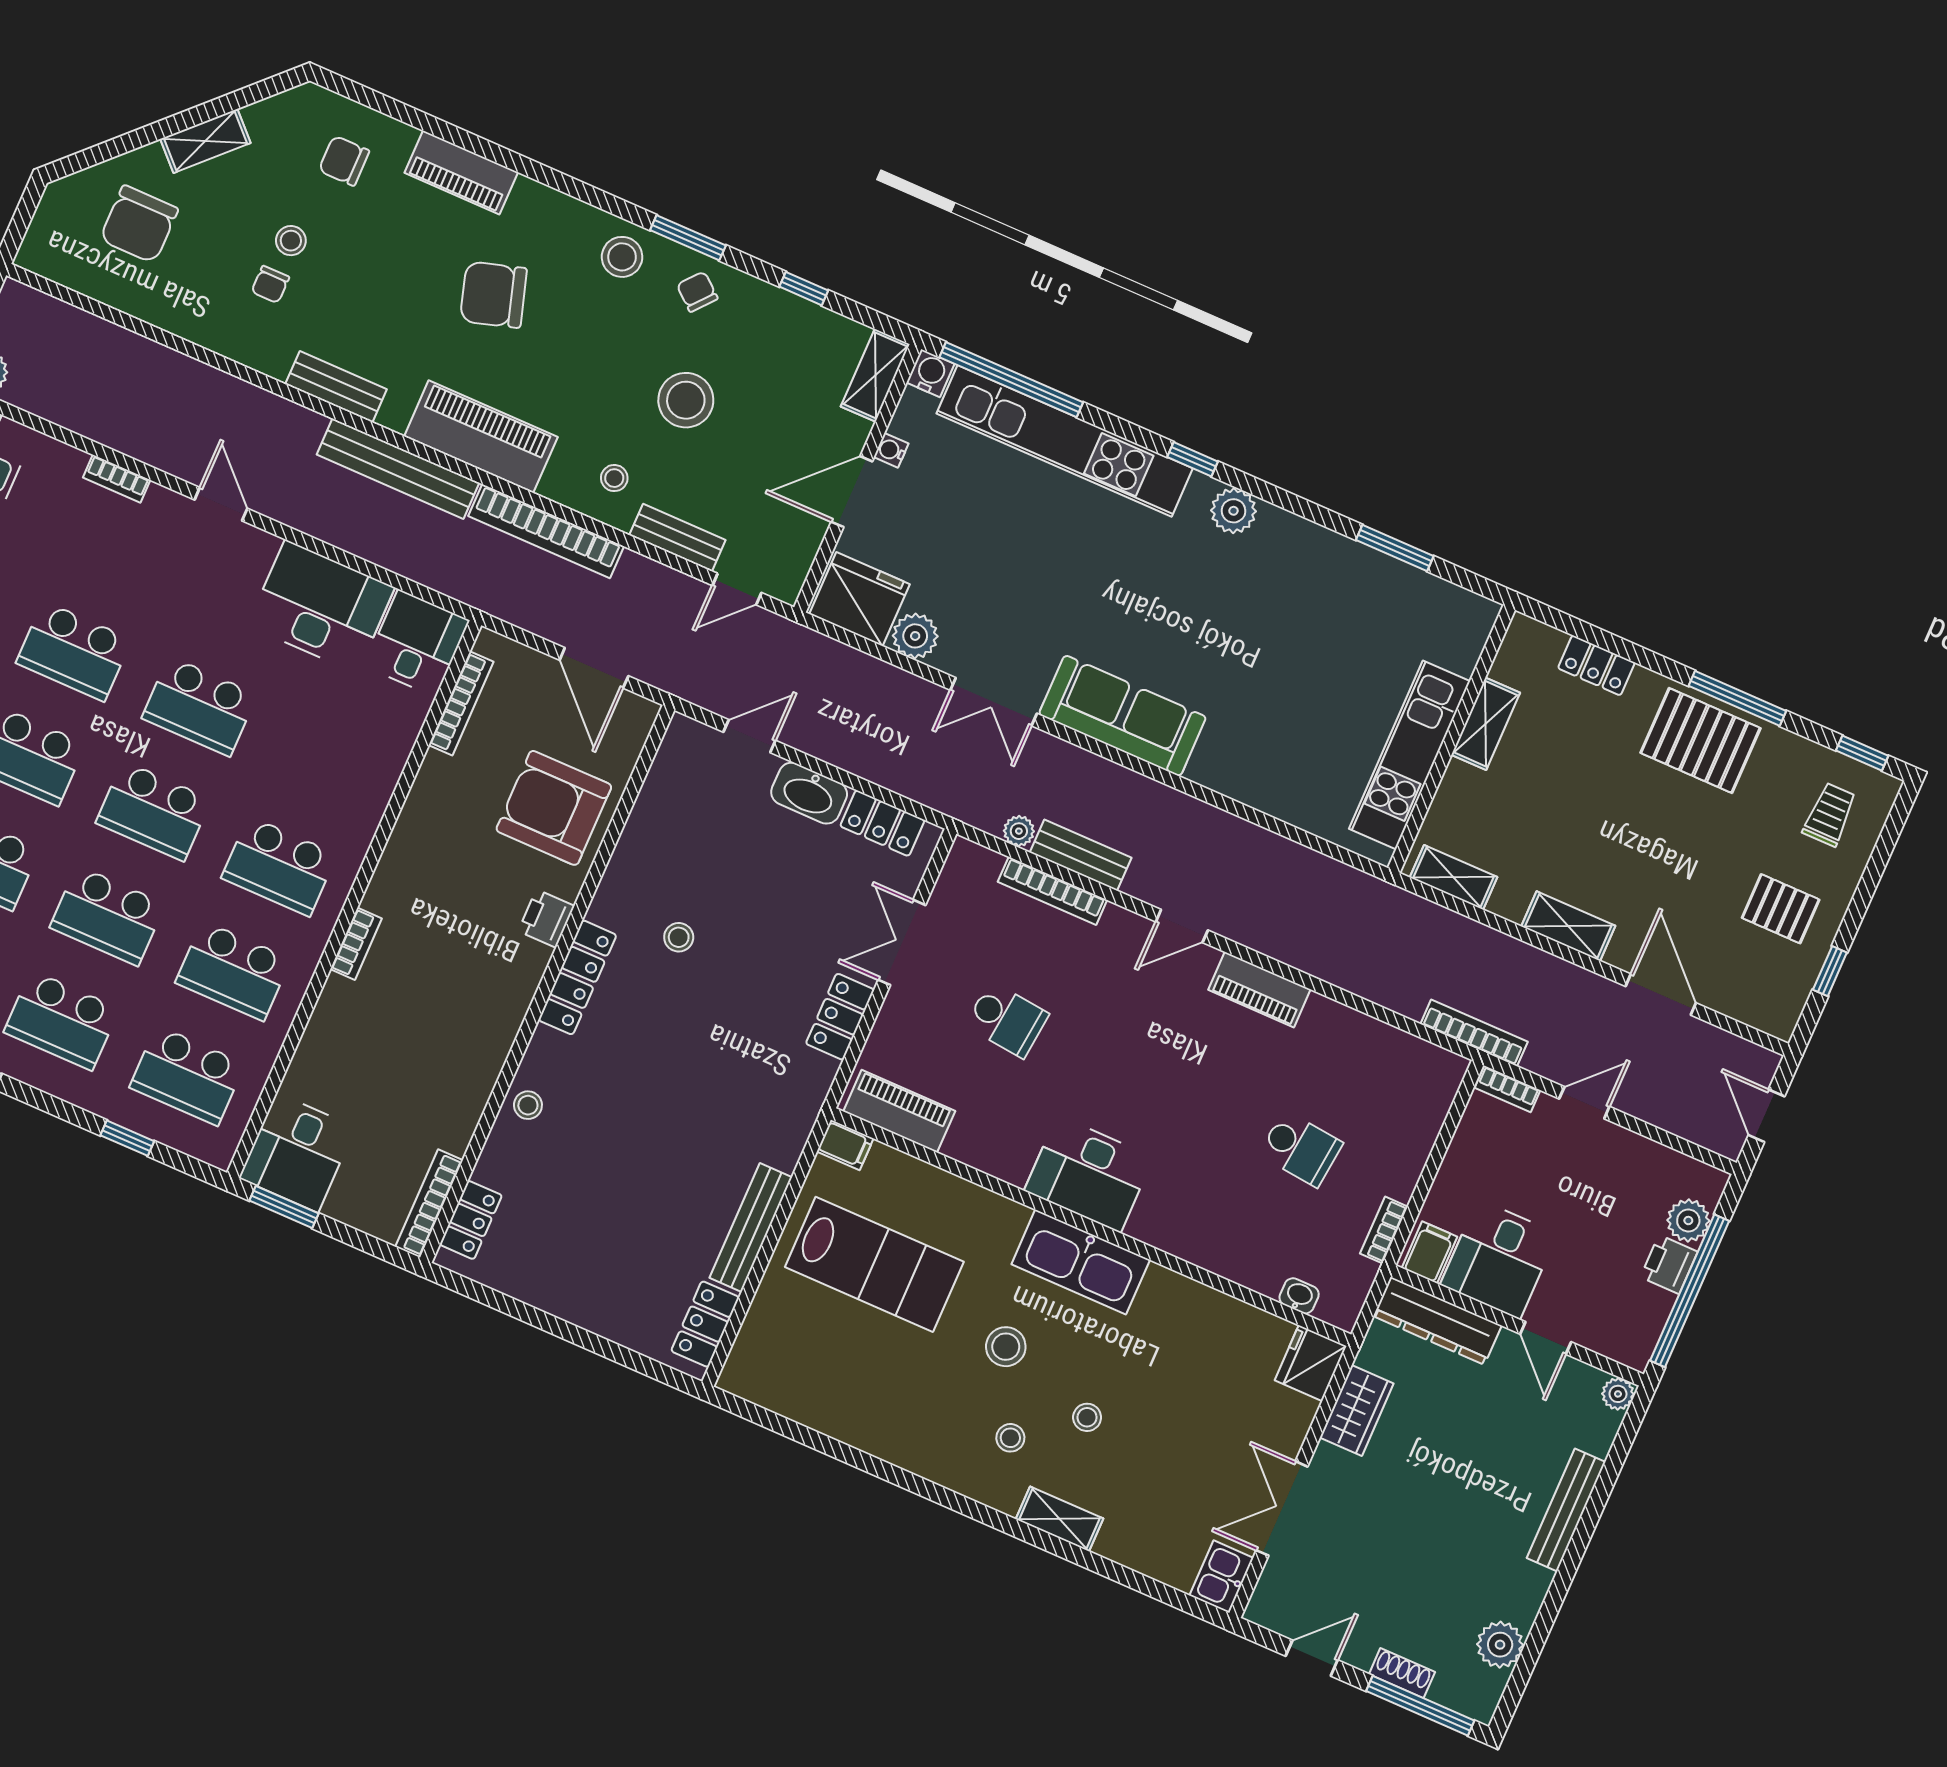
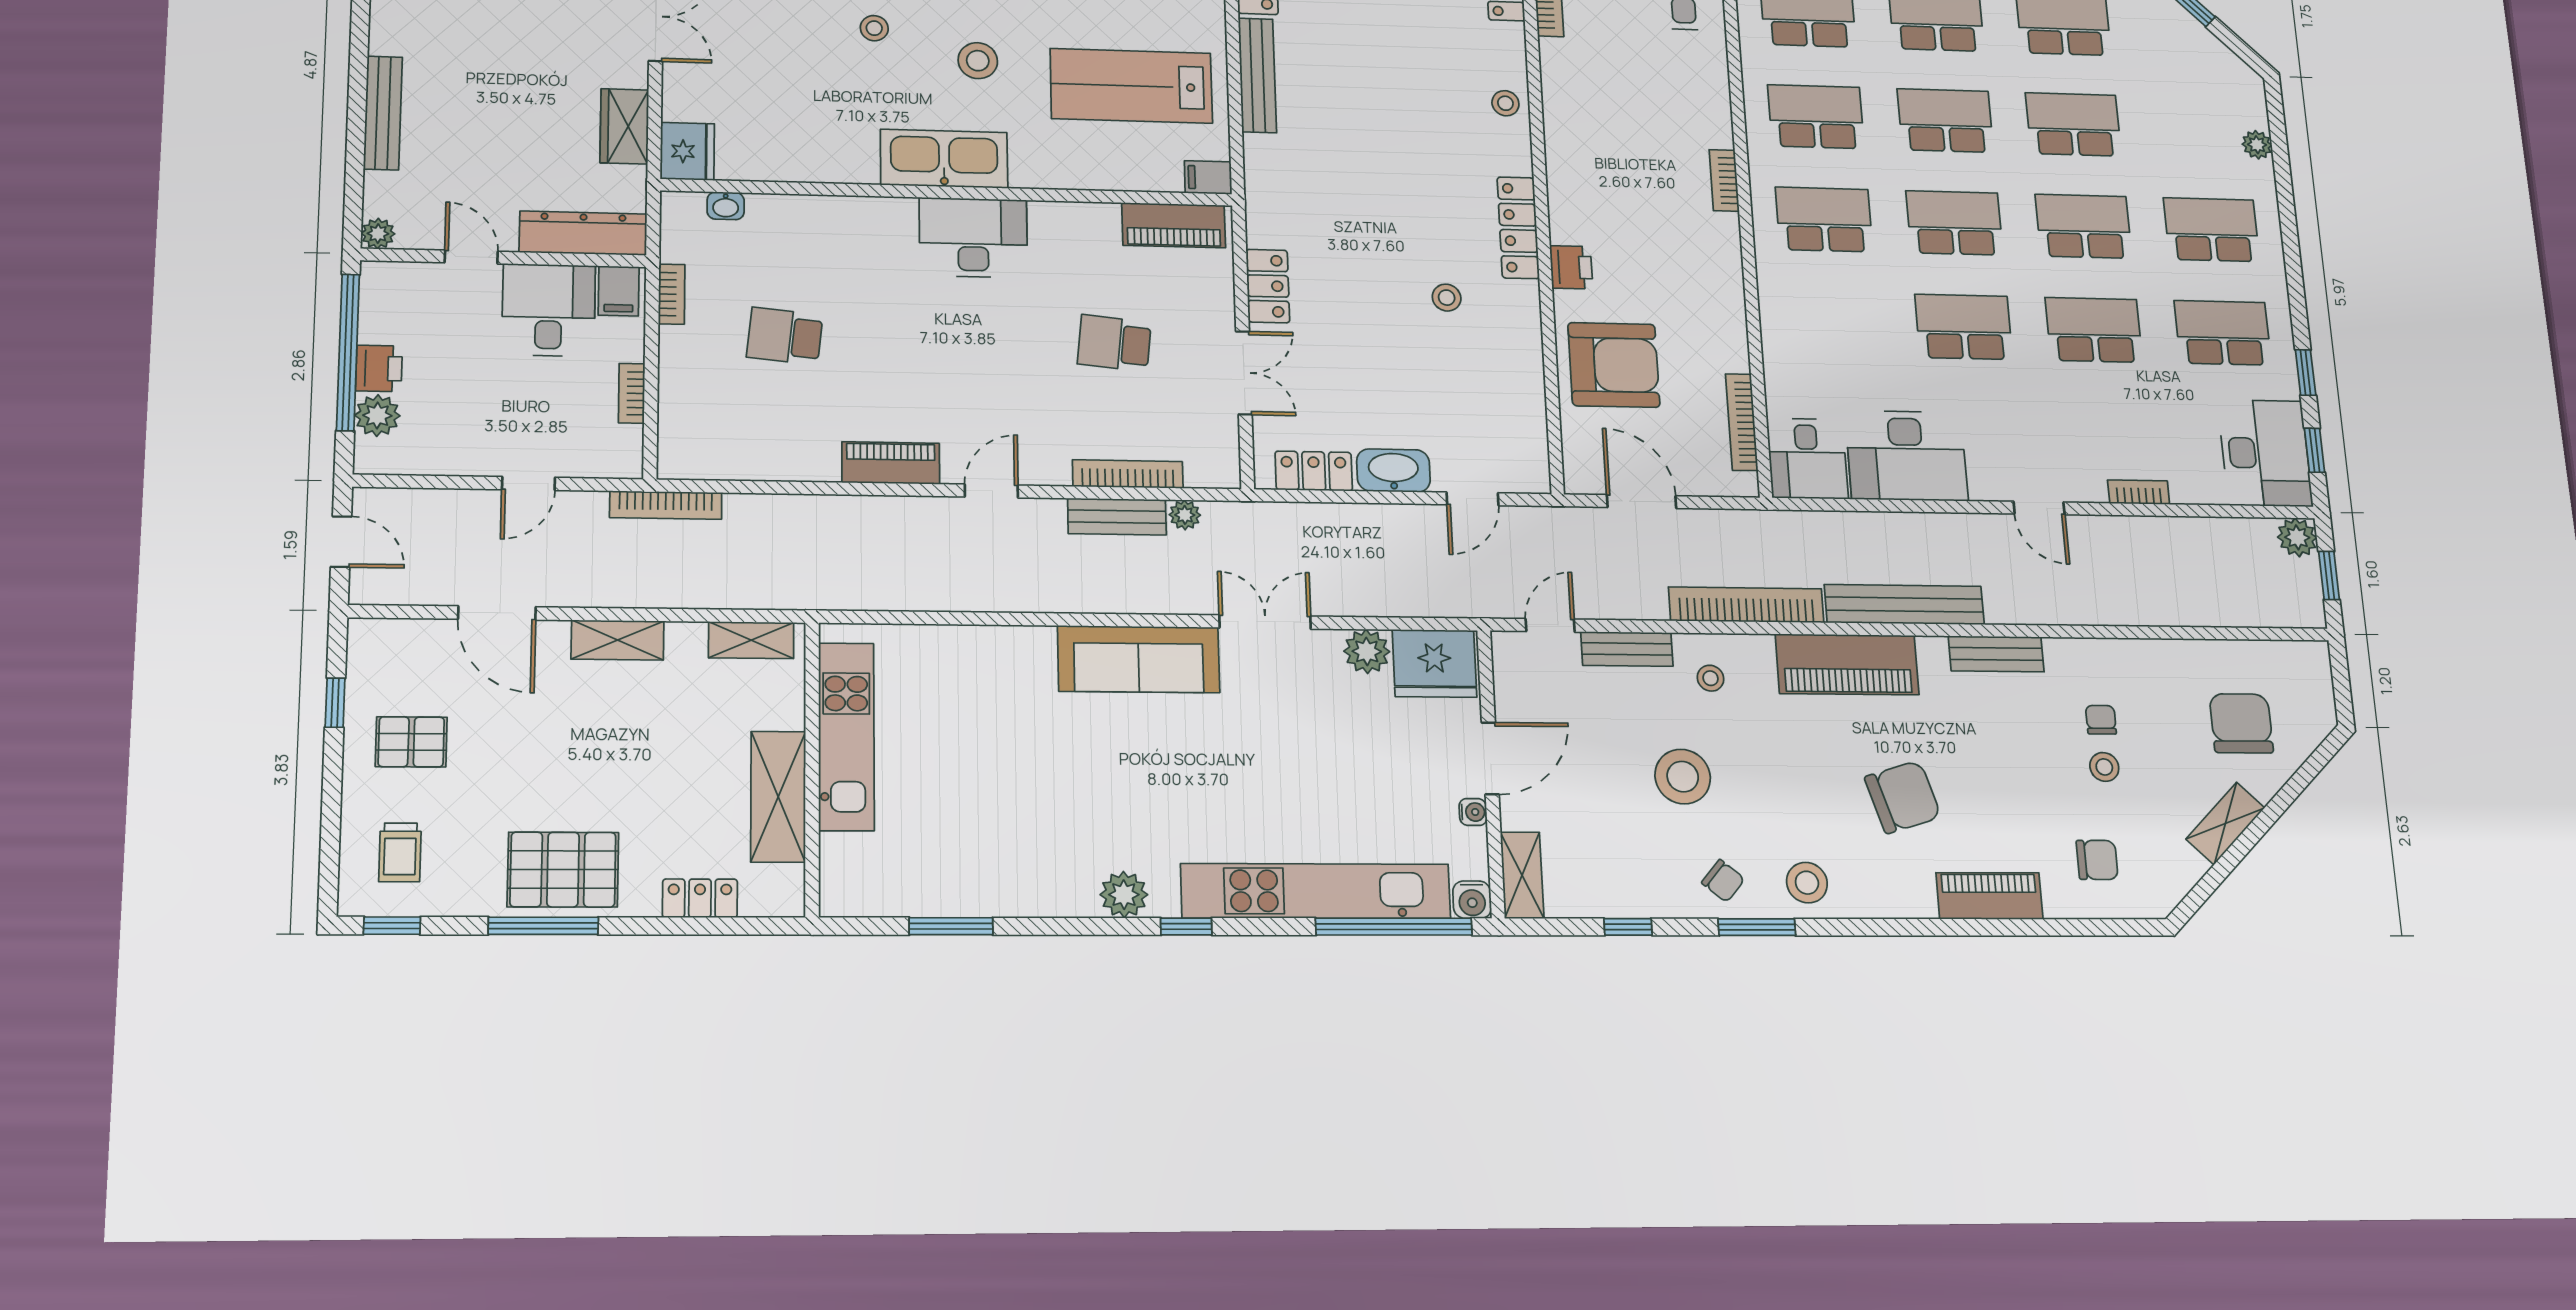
shelving: (1486, 724) -> (778, 797), width x1.50, depth x1.33
bookcase: (1507, 1089) -> (632, 393), moved, turned -90

